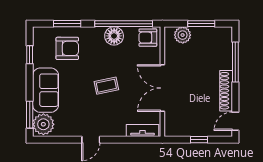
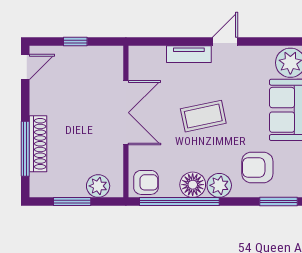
window: (67, 24) -> (278, 202), moved
plant: (95, 35) -> (219, 185), added
coffee table: (106, 86) -> (203, 116), width x1.36, depth x1.30
shoe rack: (226, 91) -> (38, 144), moved
tv unit: (142, 131) -> (189, 54), moved

